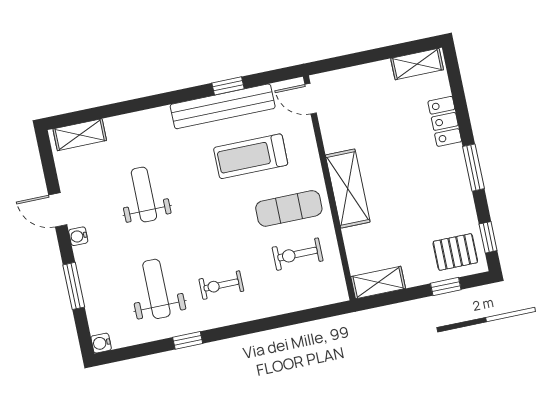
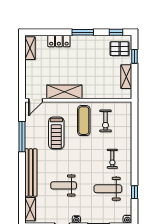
window: (228, 86) -> (22, 137), width x2.17
bench: (223, 106) -> (31, 173), moved
shelving: (348, 189) -> (64, 92), moved
pallet: (455, 252) -> (120, 49), turned 90
shelving: (378, 283) -> (126, 77), moved
window: (188, 340) -> (134, 192), moved

